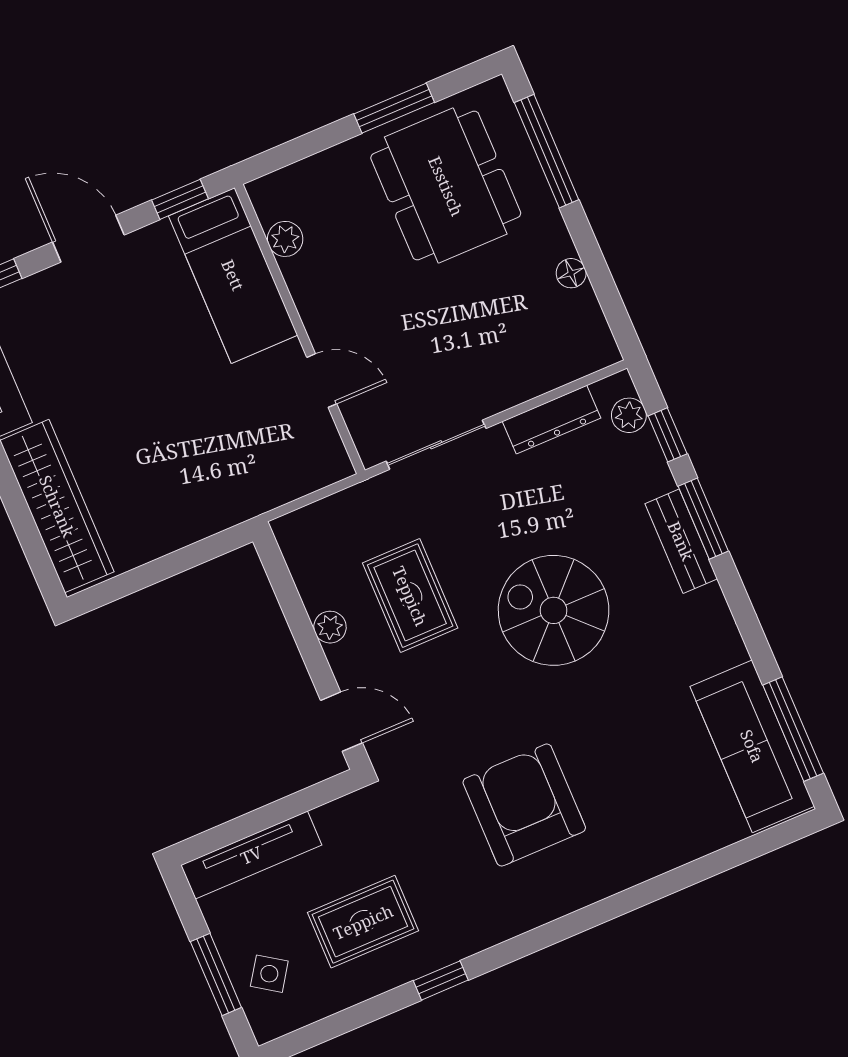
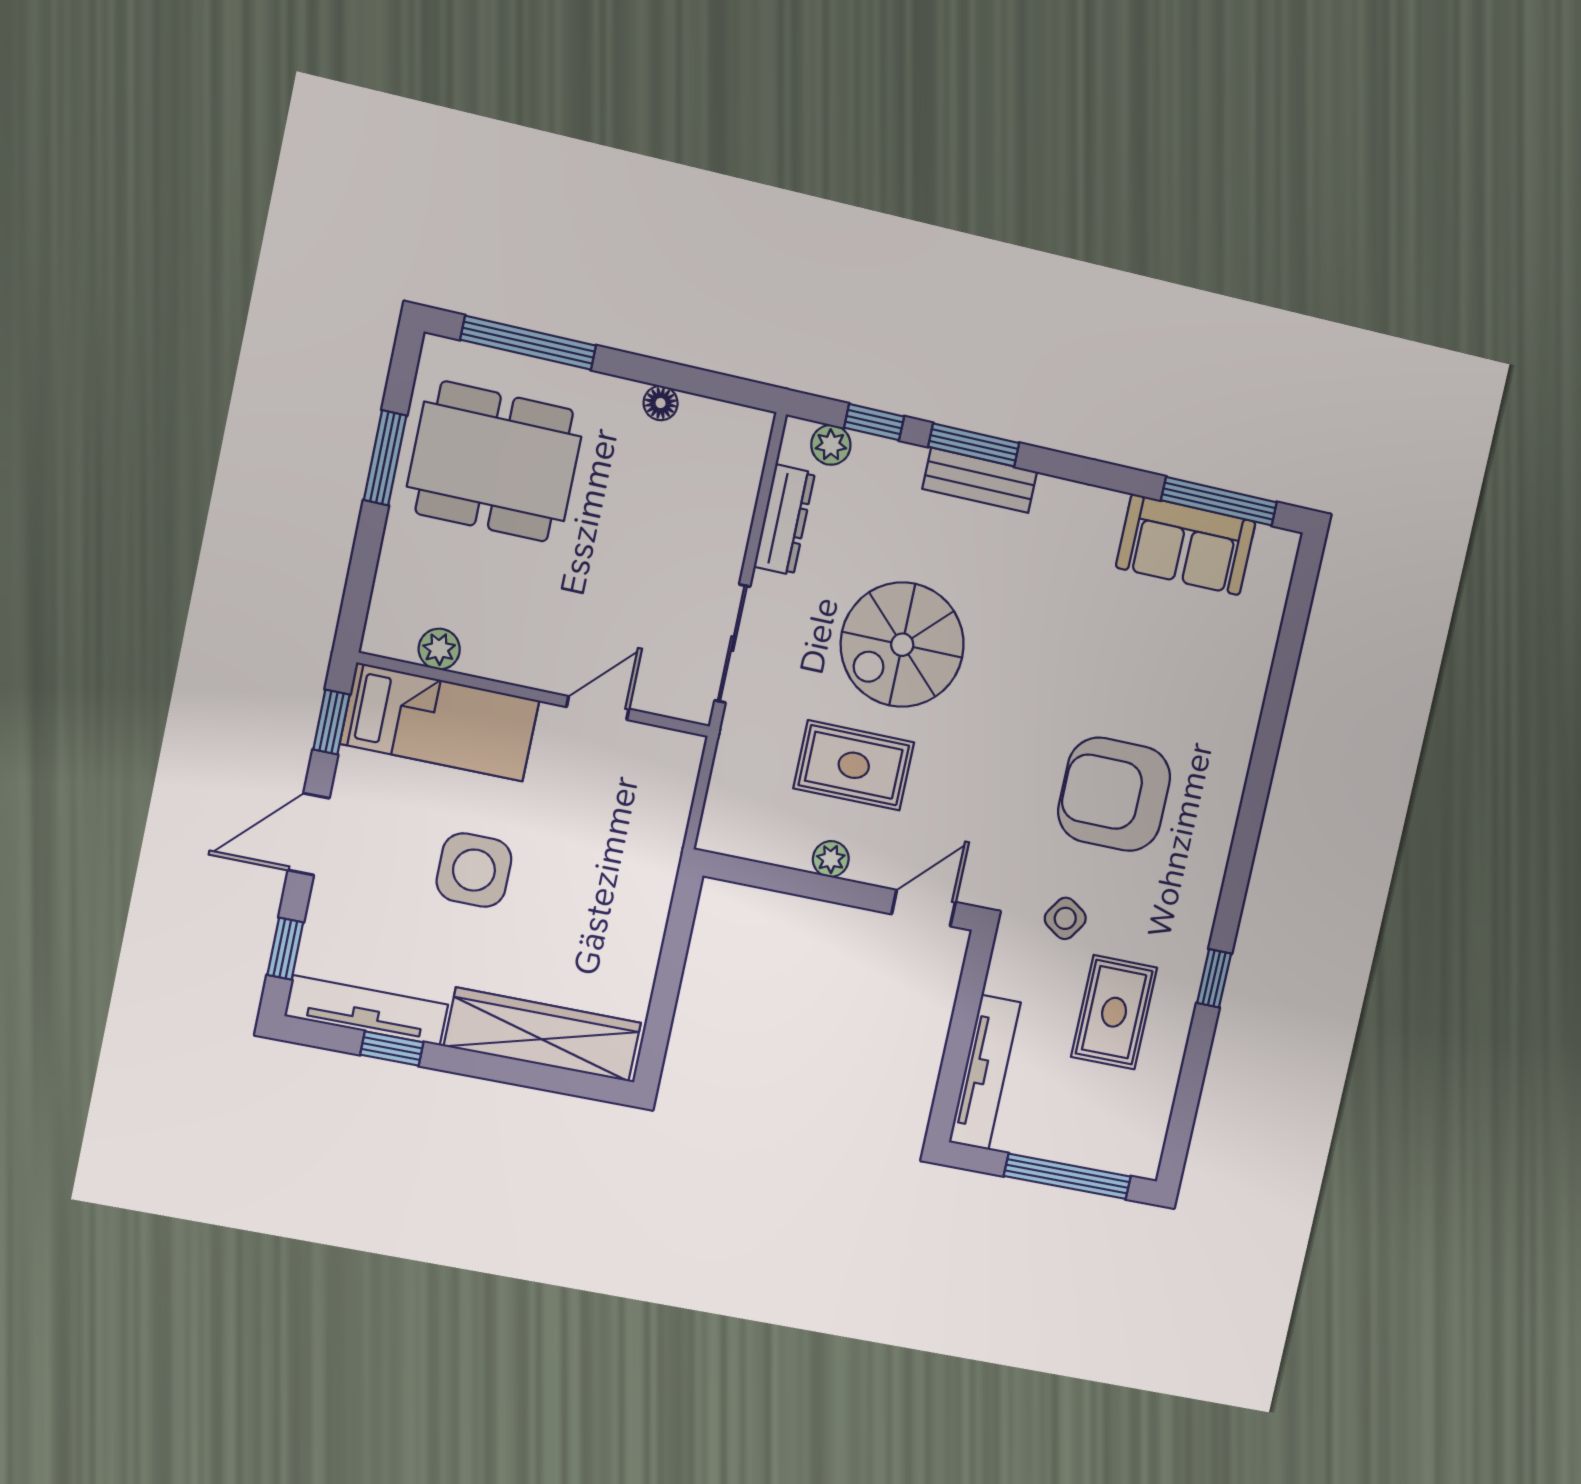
side table: (143, 373) -> (474, 870), added
spiral stairs: (554, 610) -> (902, 645), moved
sofa: (752, 746) -> (1186, 545), width x0.73
side table: (269, 974) -> (1065, 918), moved
window: (216, 975) -> (1067, 1176), width x1.44

